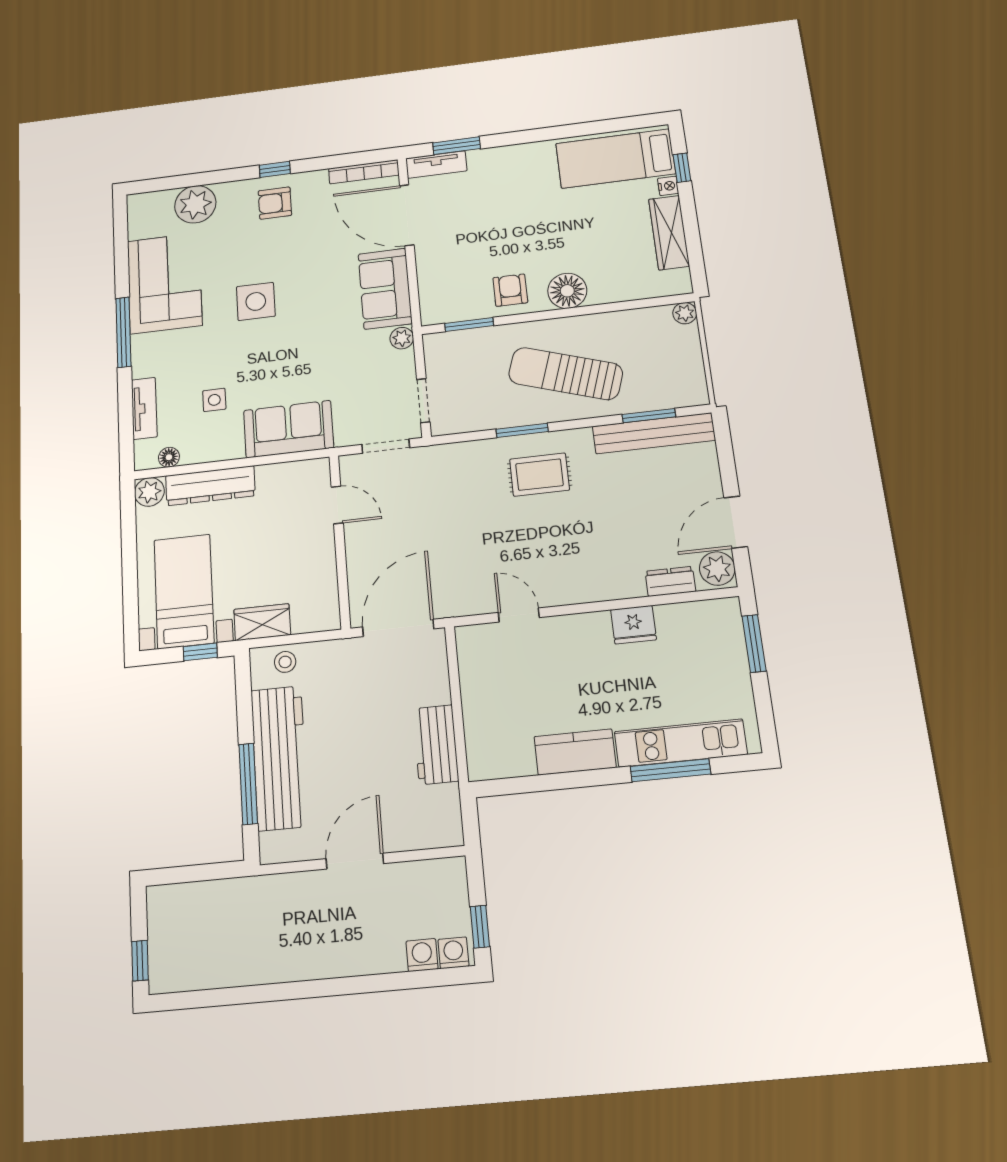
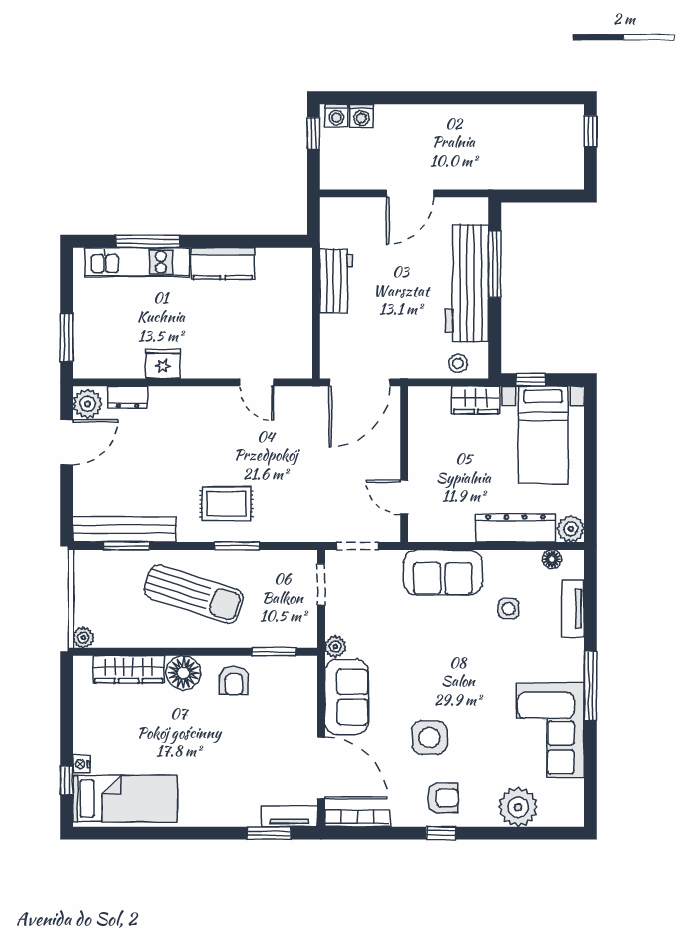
wardrobe: (669, 233) -> (129, 669), moved, turned 90
side table: (256, 301) -> (429, 738), moved

